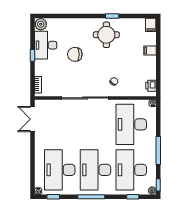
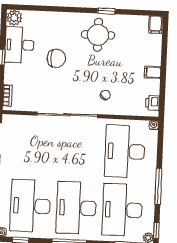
filing cabinet: (150, 50) -> (153, 72), moved
chair: (75, 54) -> (56, 58), turned 180

